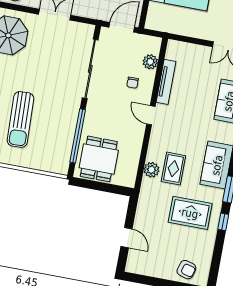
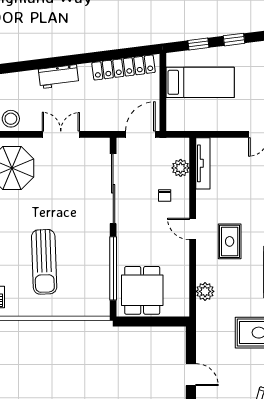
tv unit: (166, 82) -> (203, 163), moved
rug: (173, 169) -> (230, 241), moved

